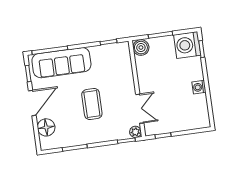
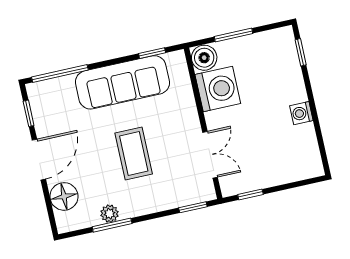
washing machine: (187, 45) -> (218, 89), moved, turned 180
sofa: (61, 63) -> (122, 82), moved
plant: (135, 132) -> (110, 214), moved

